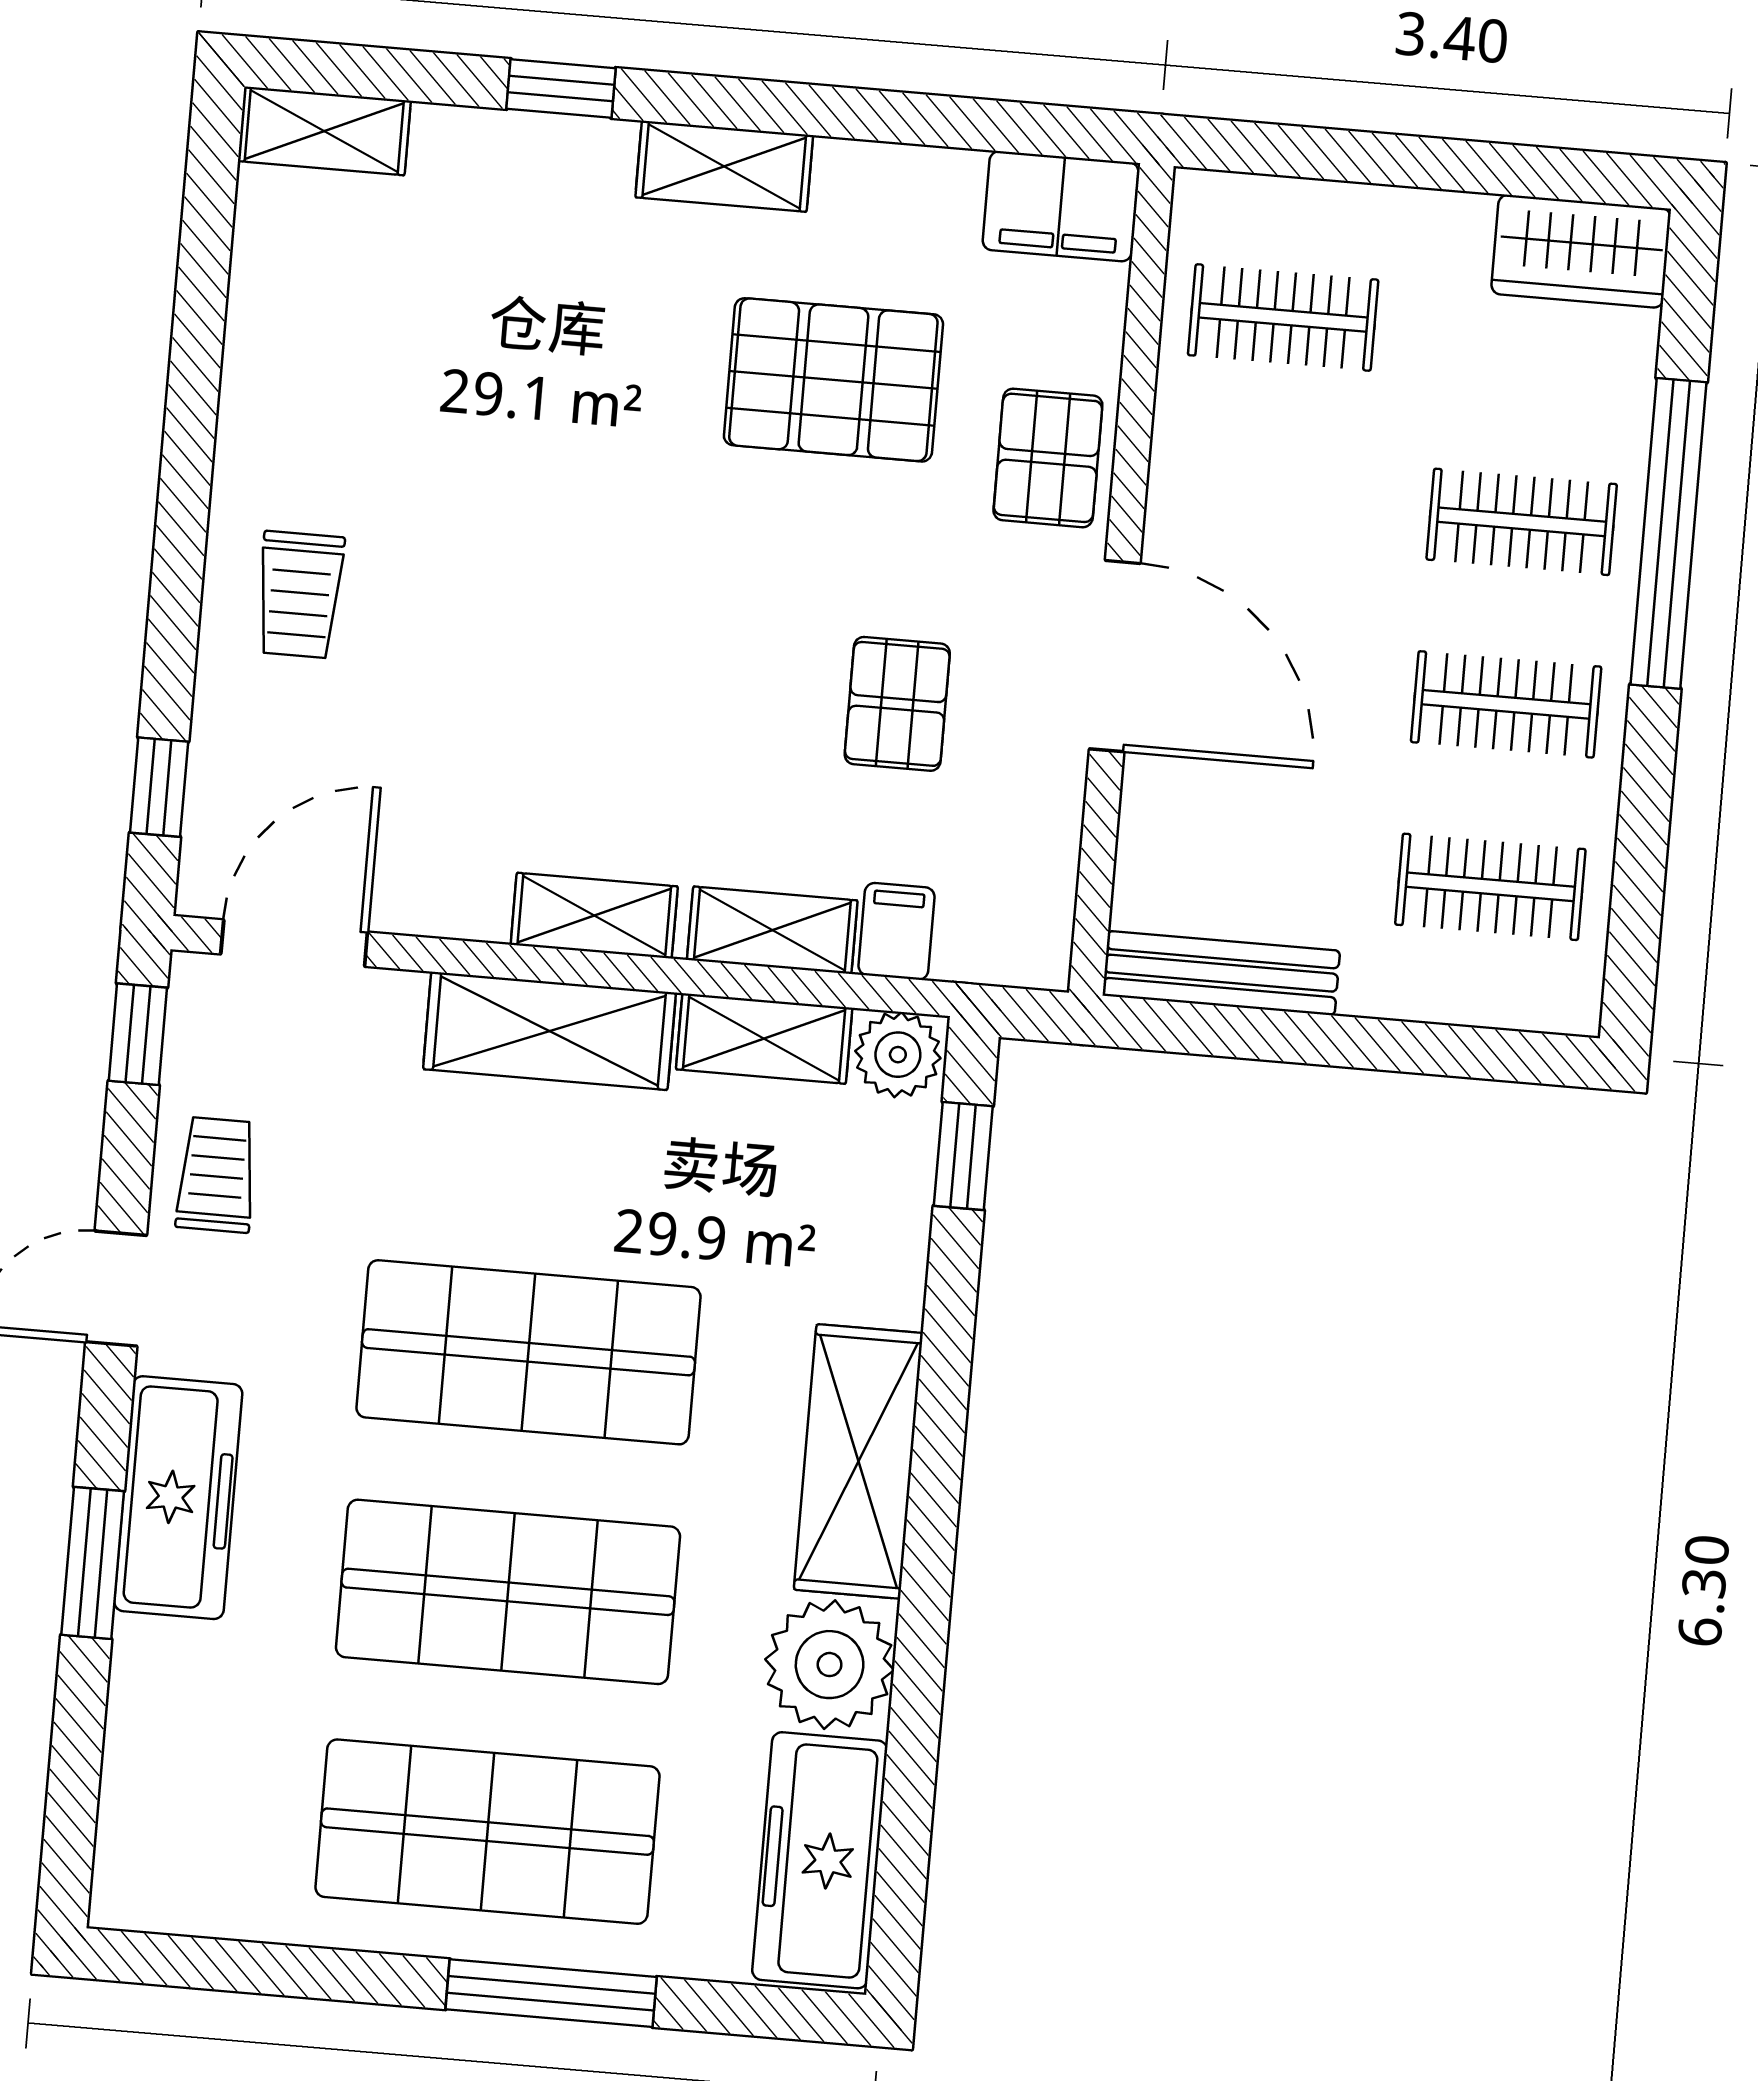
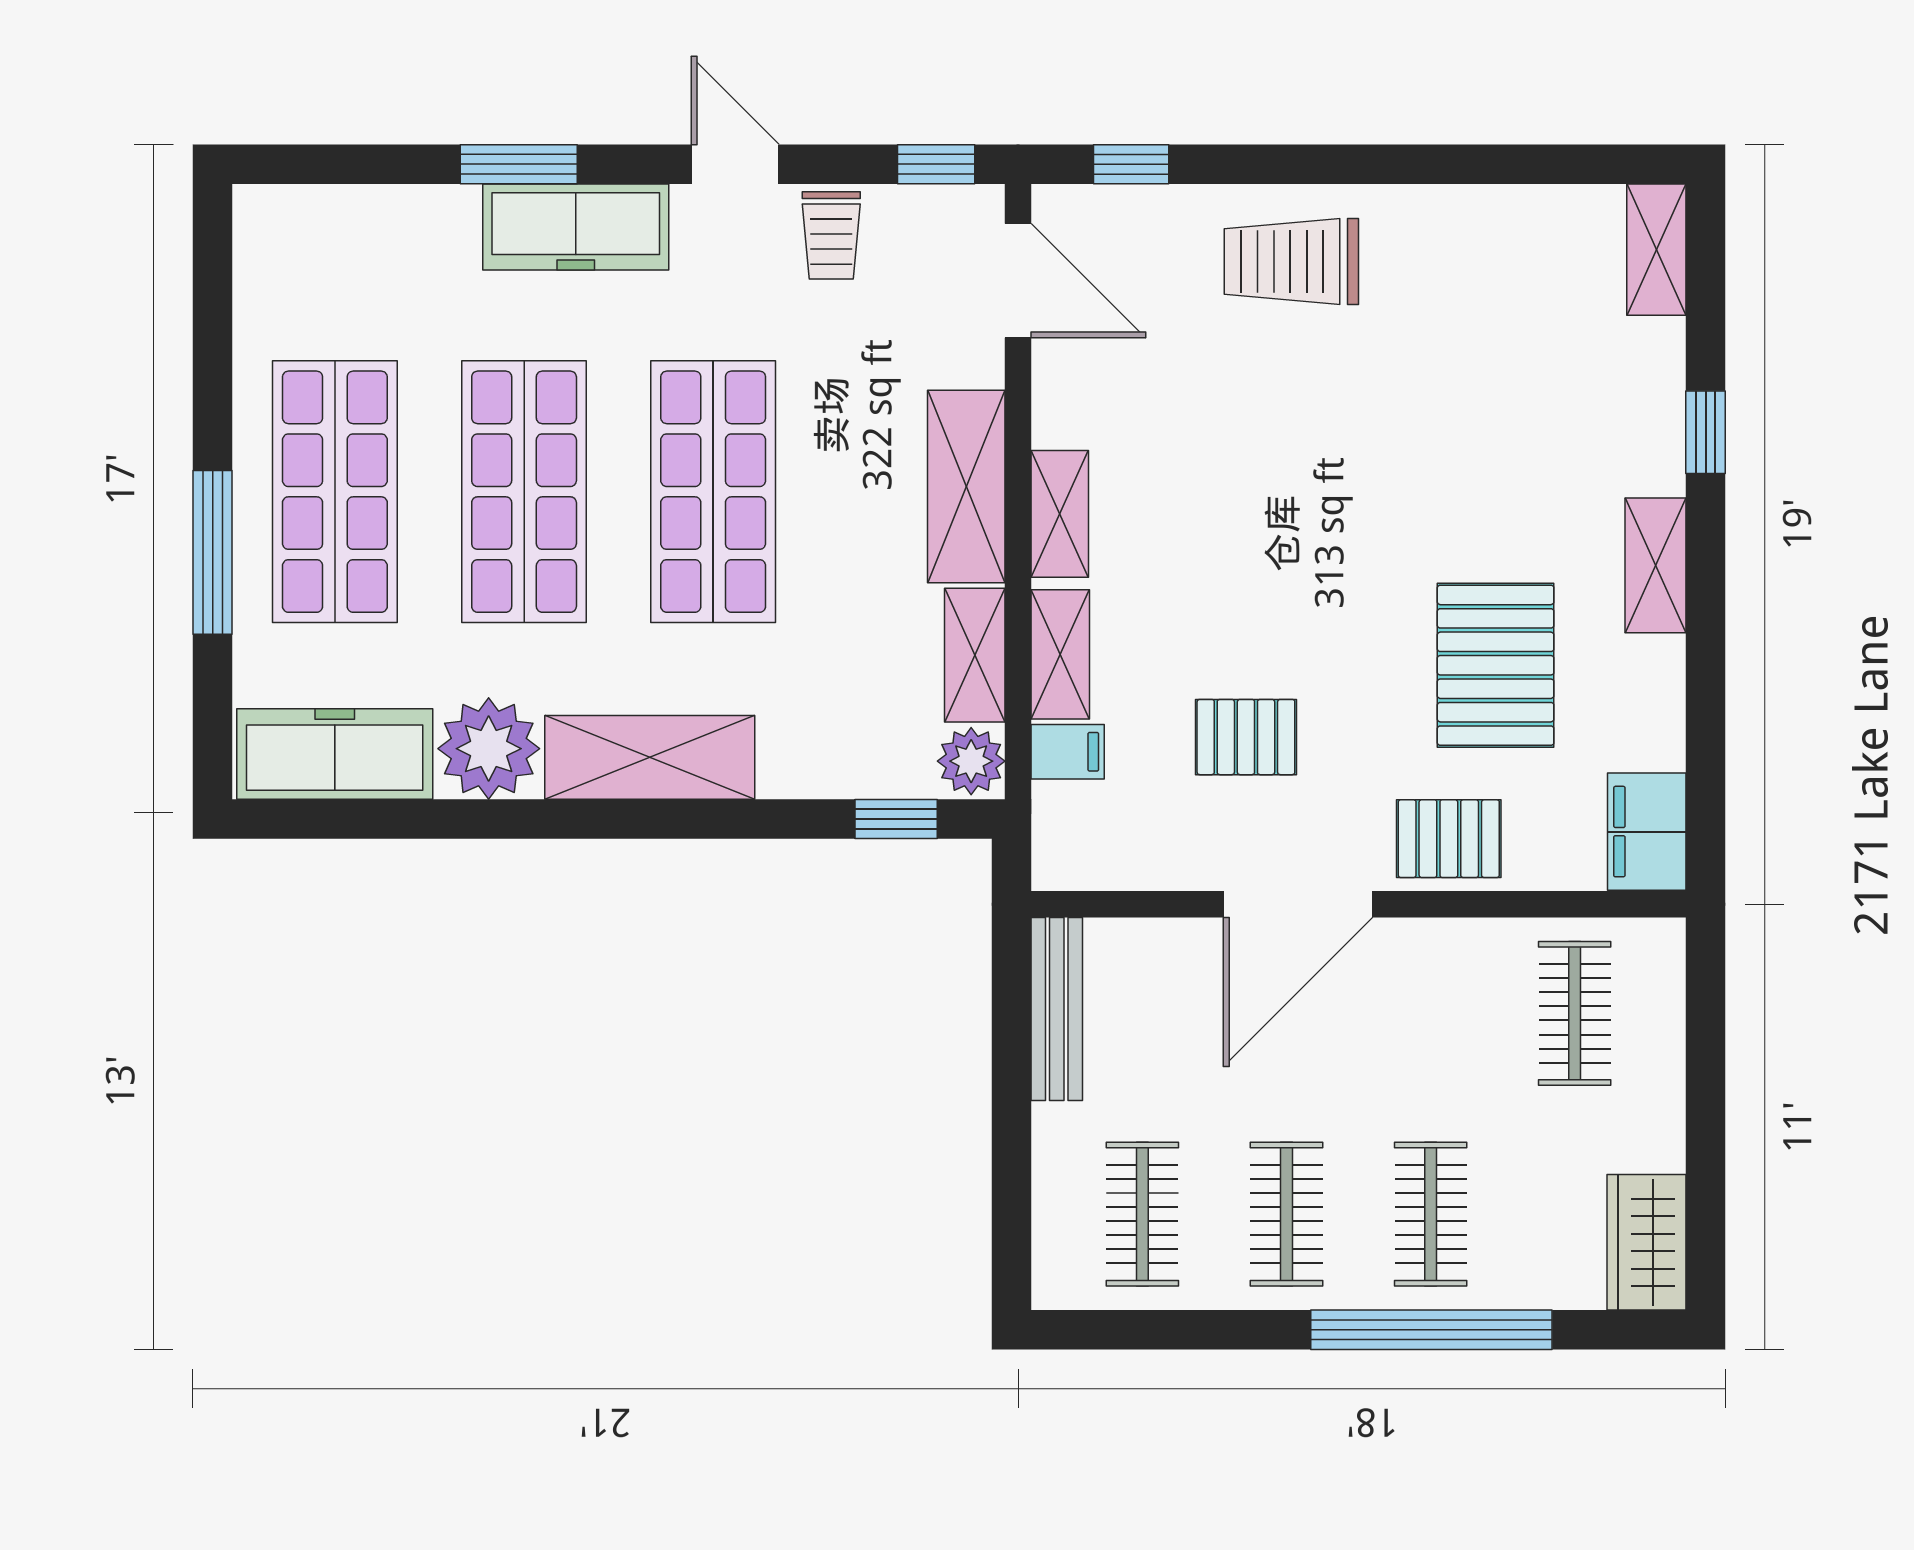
trolley: (300, 595) -> (1291, 262), width x1.36, depth x1.39
trolley: (217, 1175) -> (831, 235), turned 90

